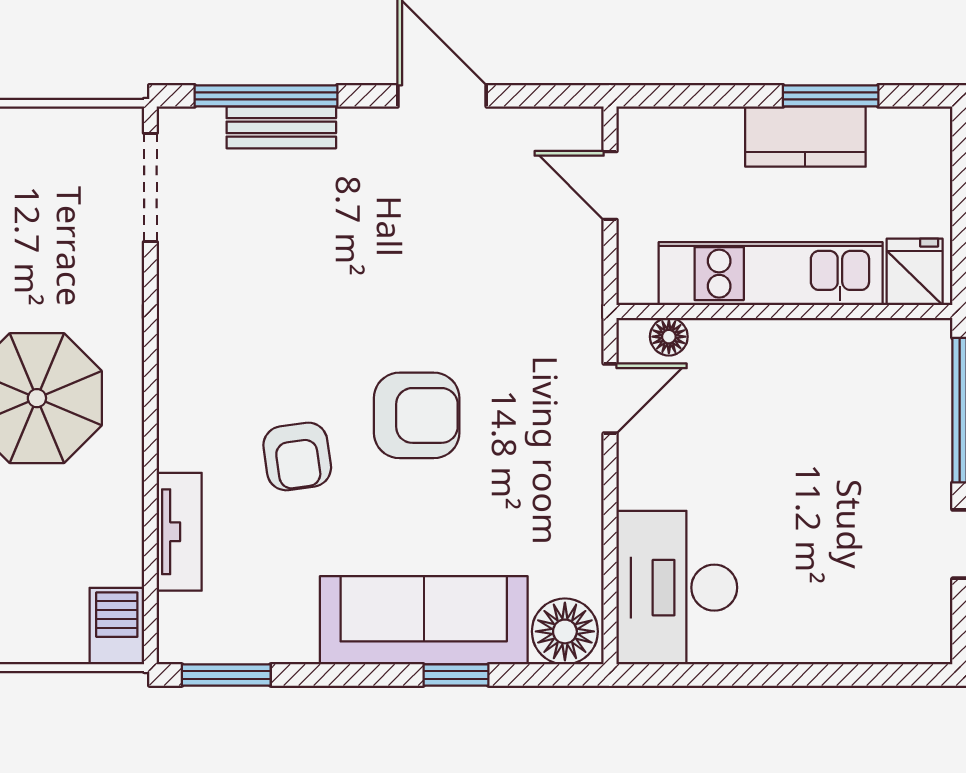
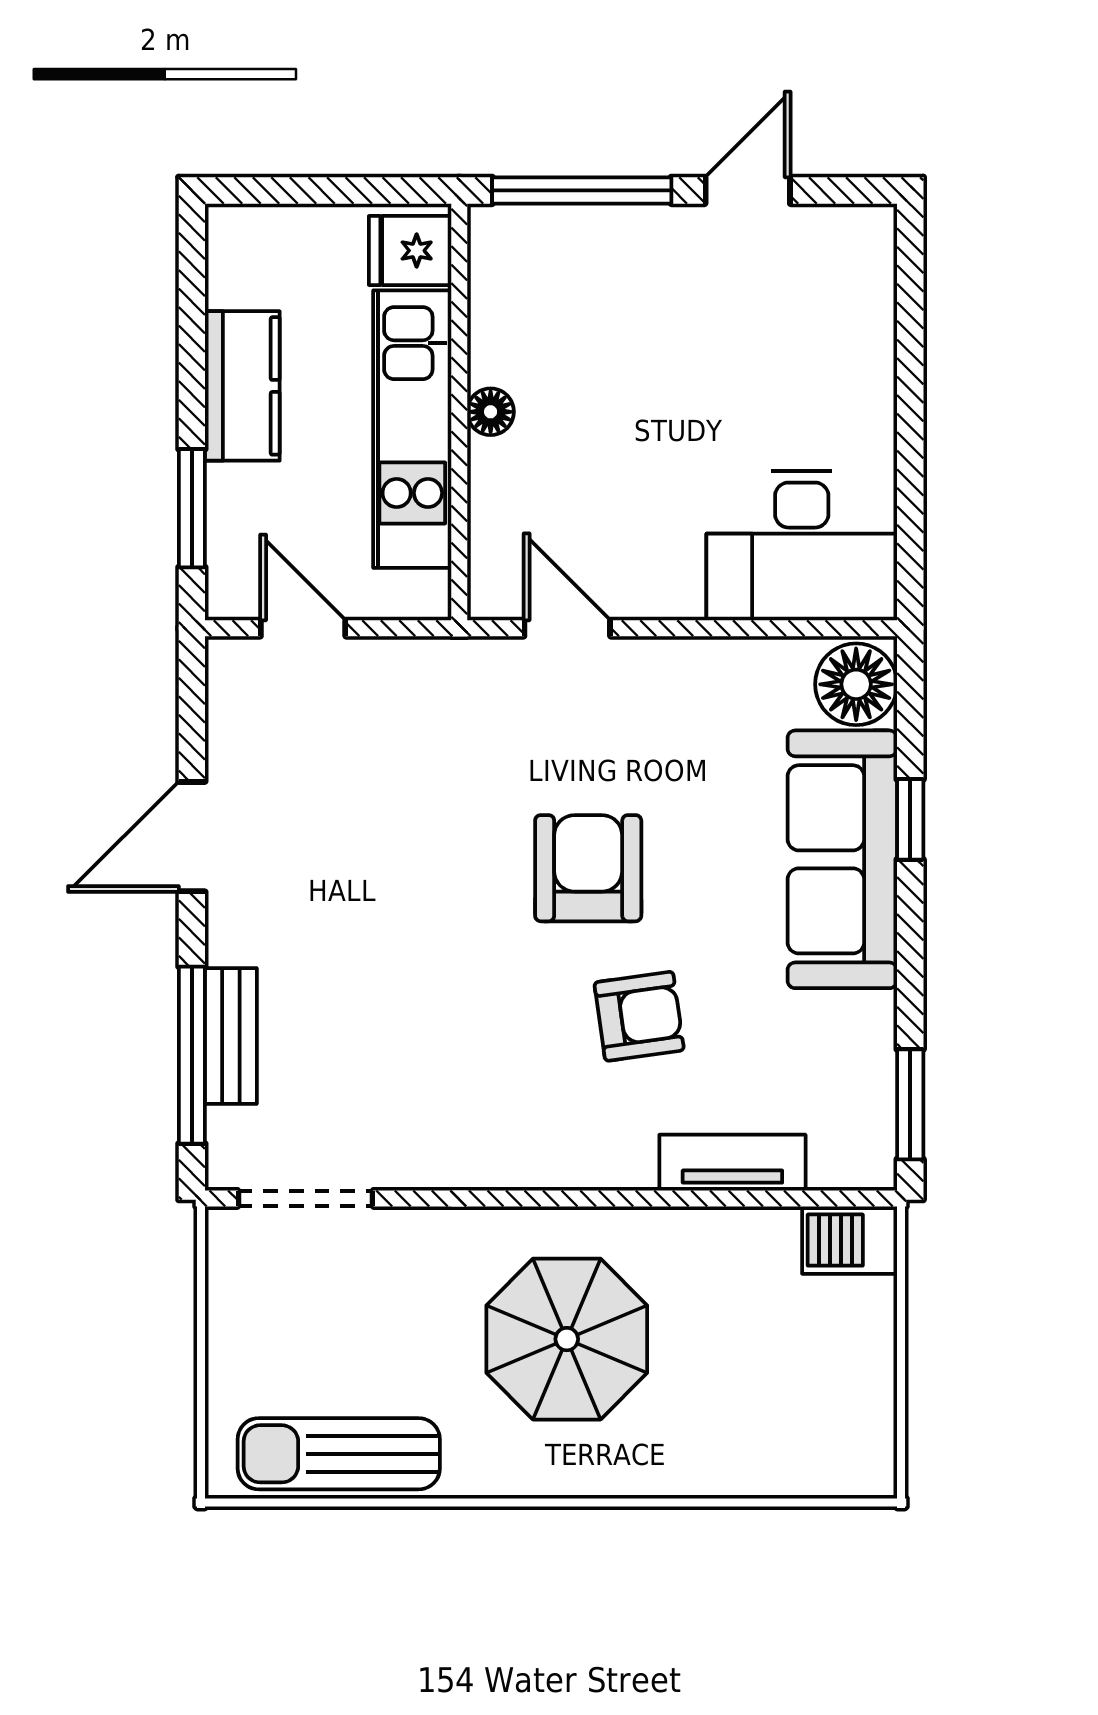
window: (831, 96) -> (192, 508), moved
door: (610, 186) -> (303, 628), swing flipped
floor lamp: (669, 337) -> (491, 412), moved

